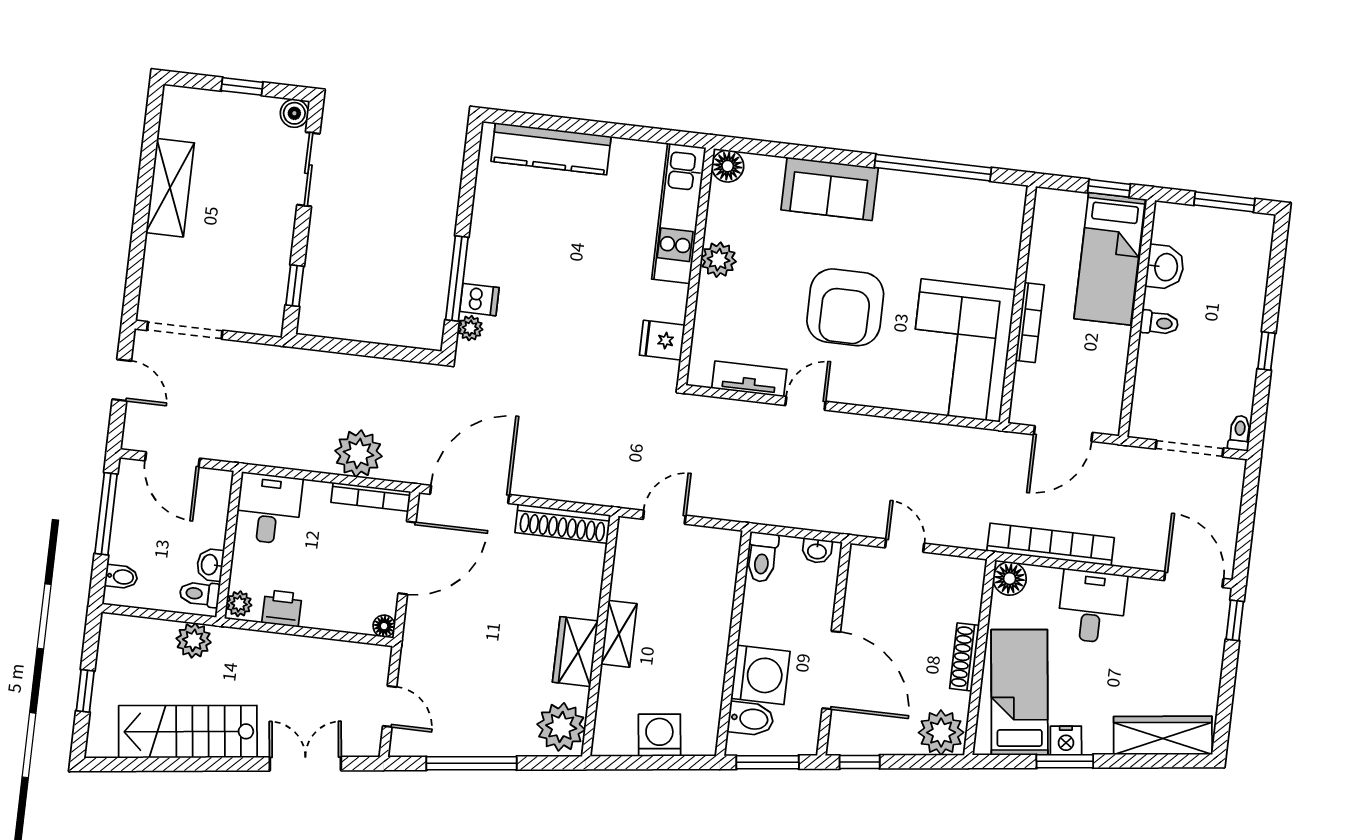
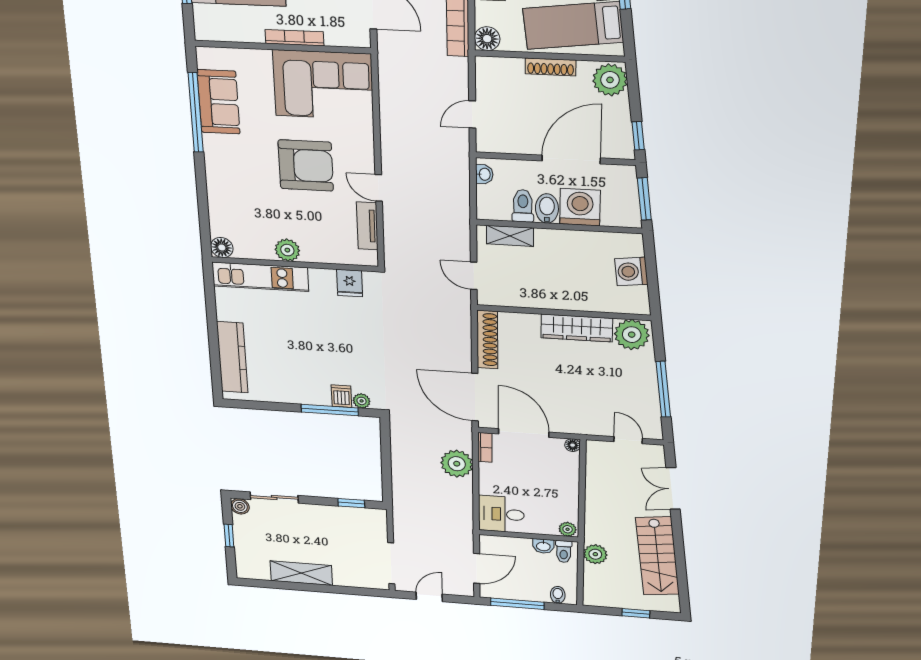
sofa: (830, 189) -> (219, 102), moved
bookcase: (371, 497) -> (485, 447), width x0.64
toilet: (762, 557) -> (523, 206), moved, turned -90
printer: (282, 608) -> (568, 505), removed
shelving: (619, 634) -> (510, 236), moved
wardrobe: (575, 652) -> (577, 328), width x1.50
door: (390, 706) -> (628, 440), hinge flipped
bidet: (751, 719) -> (547, 208), moved

